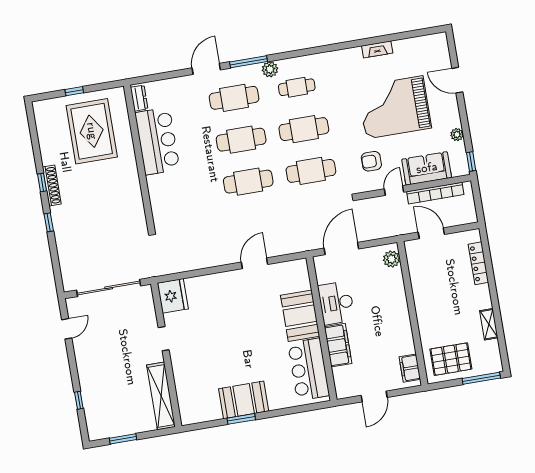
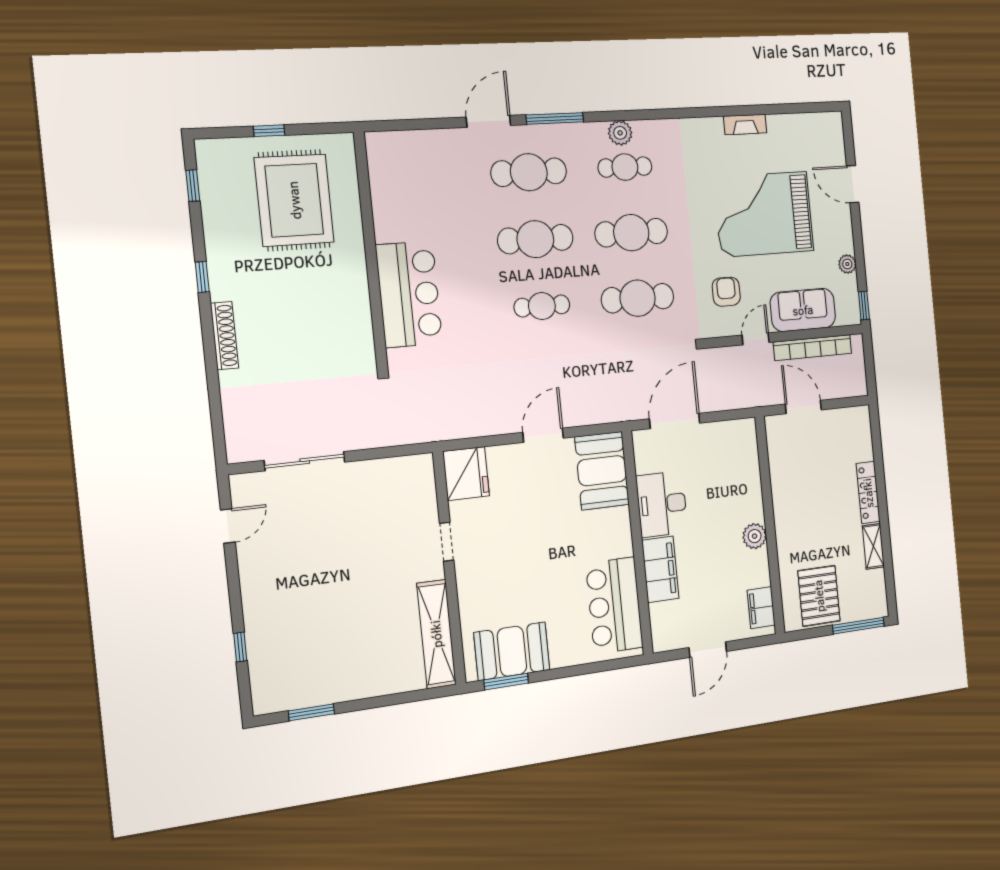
plant: (270, 69) -> (620, 133), moved
dresser: (139, 98) -> (377, 155), removed
bar counter: (157, 141) -> (409, 294), moved
armchair: (371, 161) -> (726, 292), turned 90
cafe table: (248, 182) -> (542, 306), width x0.73, depth x0.74
shoe rack: (52, 185) -> (224, 336), moved
window: (49, 222) -> (193, 186), moved
plant: (392, 259) -> (755, 536), moved
locker: (478, 263) -> (868, 493), moved
sliding door: (109, 288) -> (305, 461), width x0.73
fridge: (173, 296) -> (466, 474), moved
booth: (300, 316) -> (602, 471), moved
doorway: (164, 339) -> (447, 542), moved
wall: (166, 355) -> (449, 568), moved
pallet: (451, 359) -> (819, 596), turned 90
shelving: (161, 396) -> (436, 634), moved

